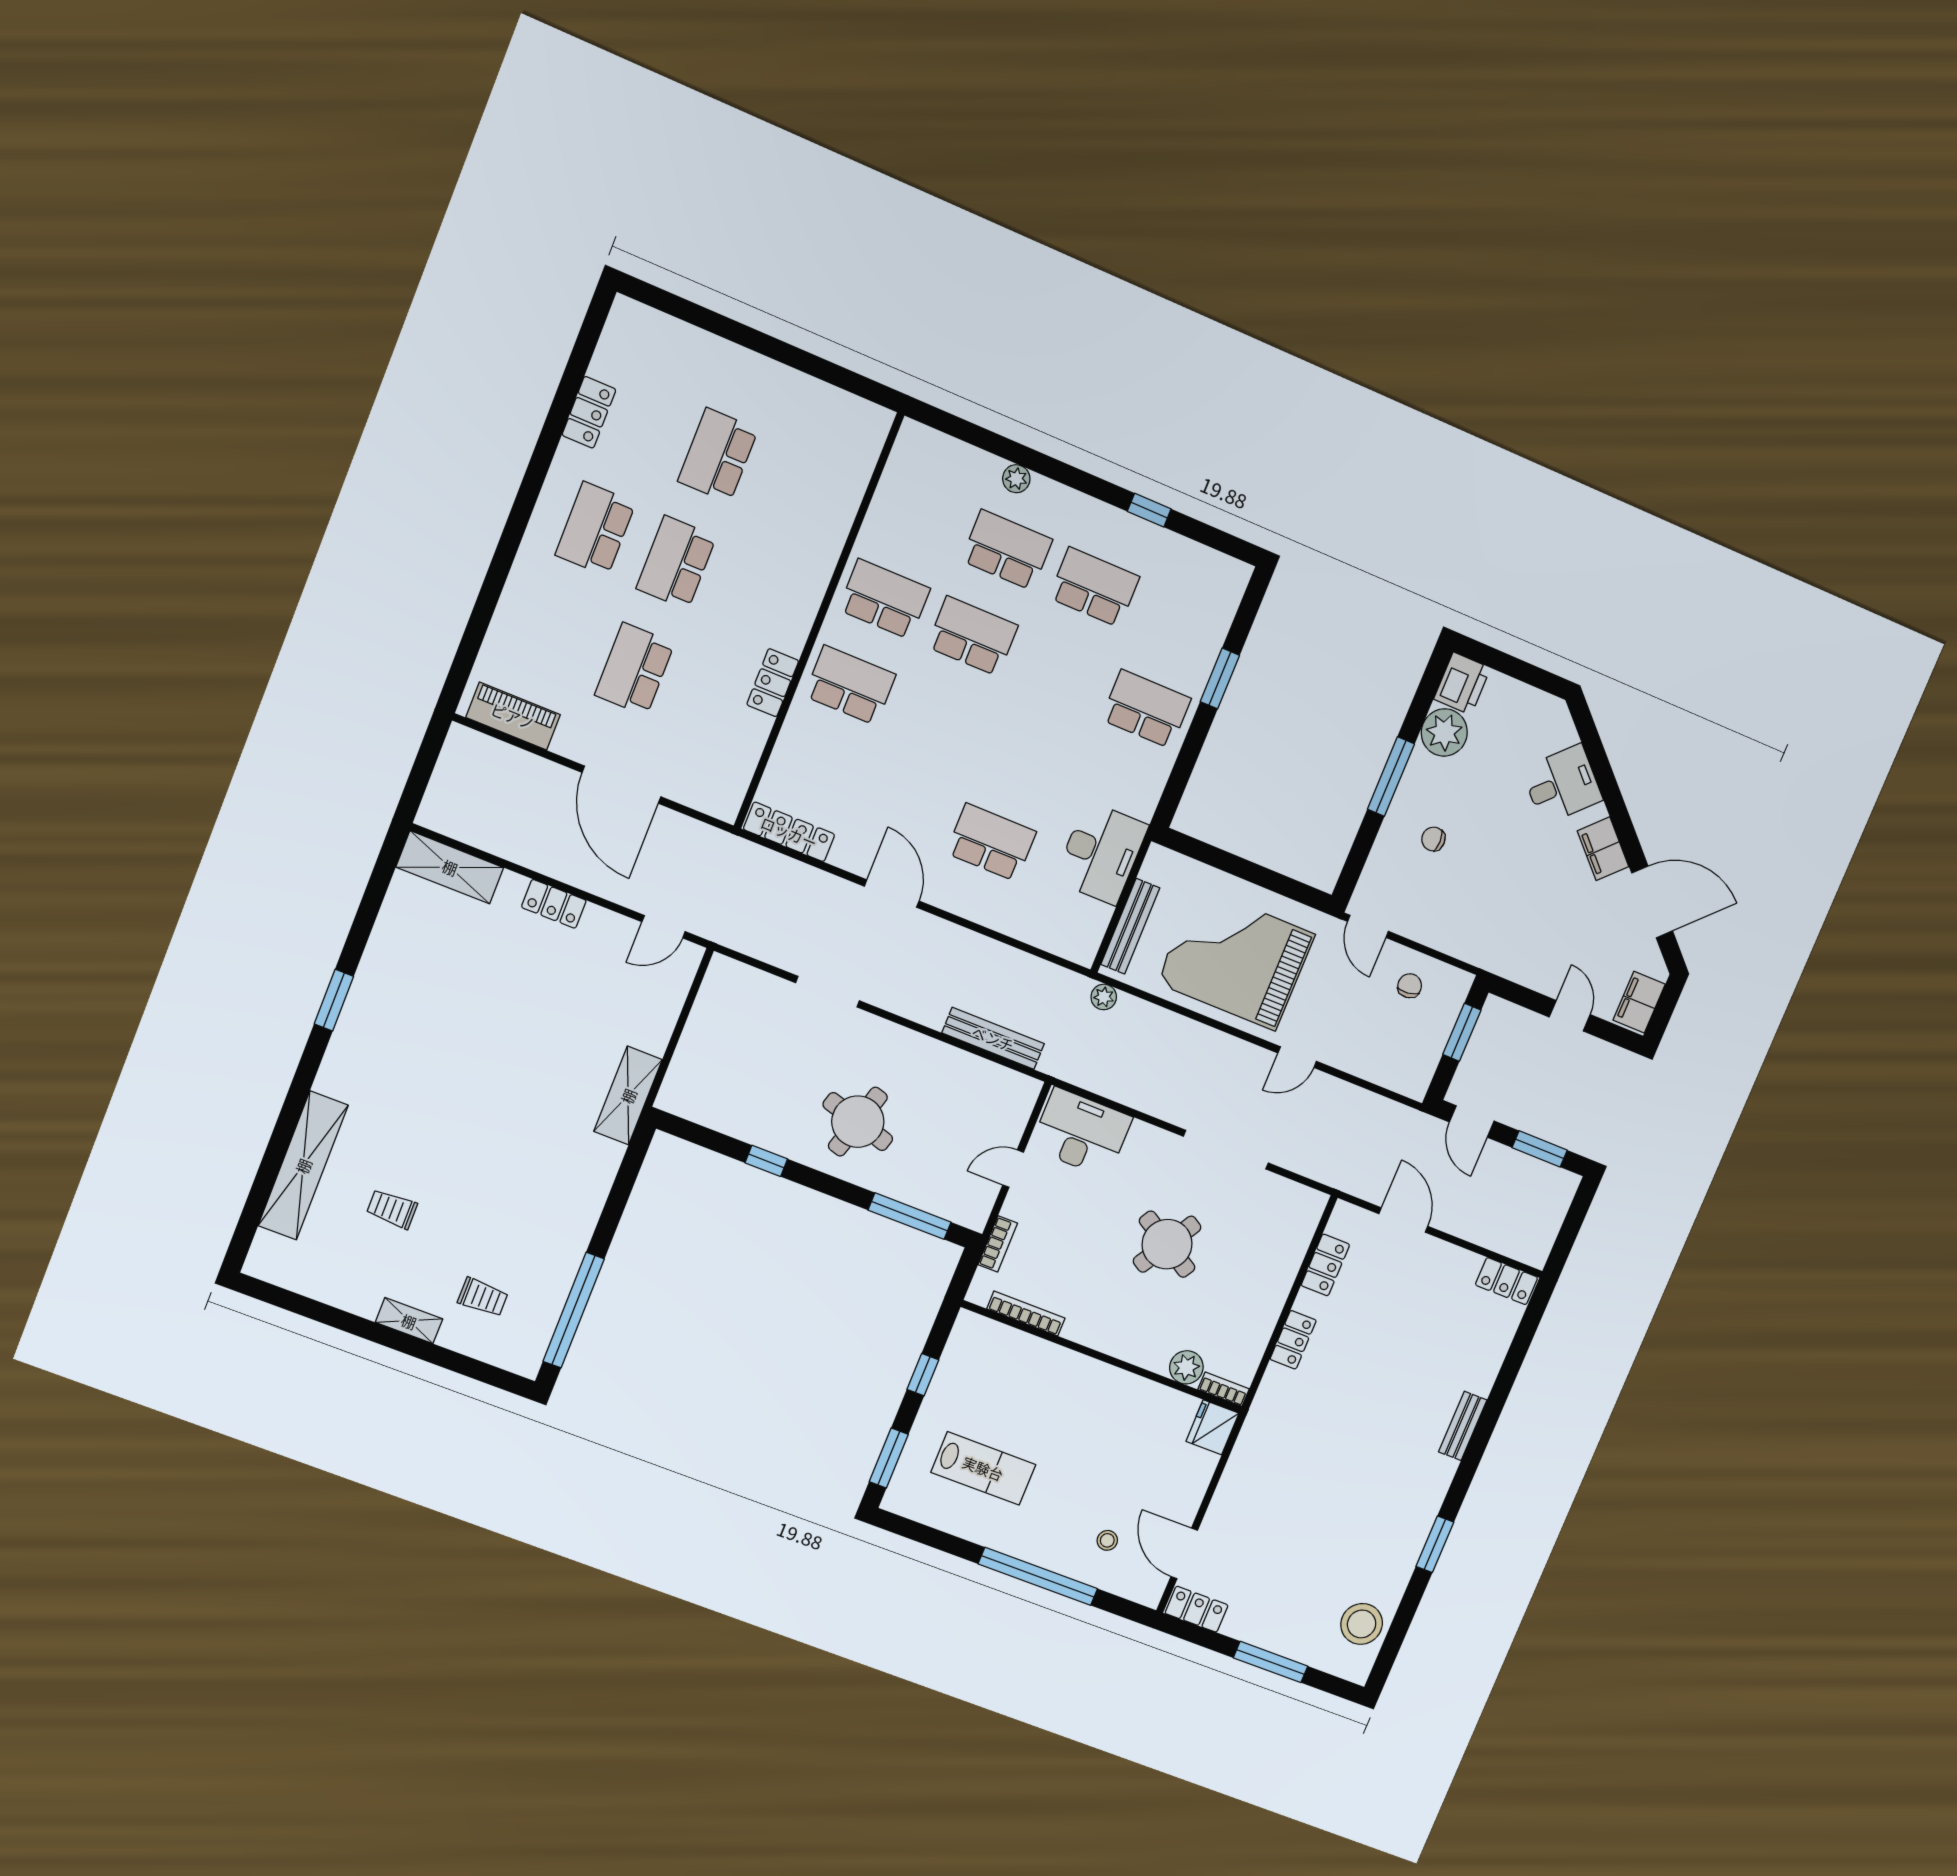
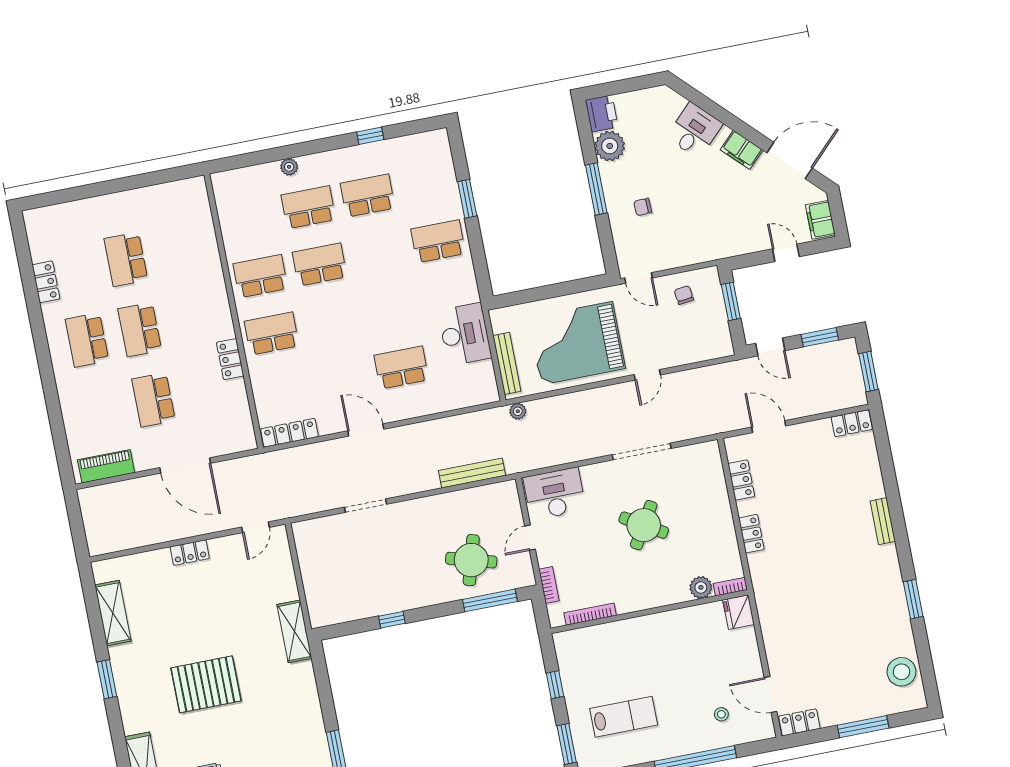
shelving: (450, 867) -> (113, 613), moved, turned 90
pallet: (465, 1091) -> (206, 684), added
round table: (858, 1122) -> (471, 560), moved
window: (1570, 1230) -> (868, 372), added

